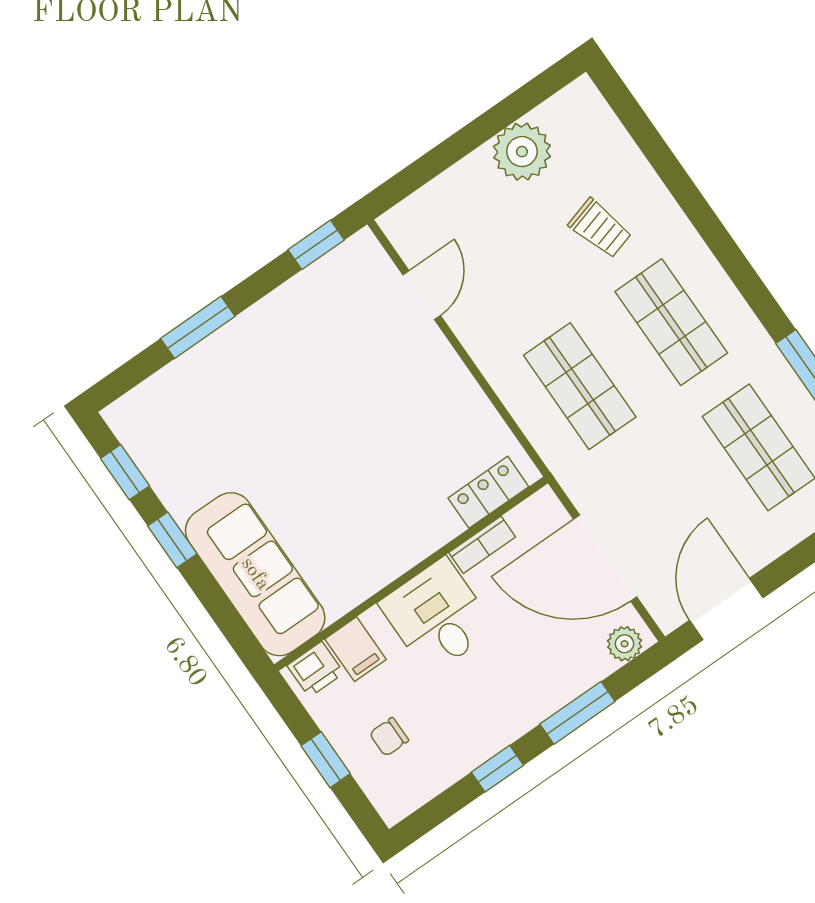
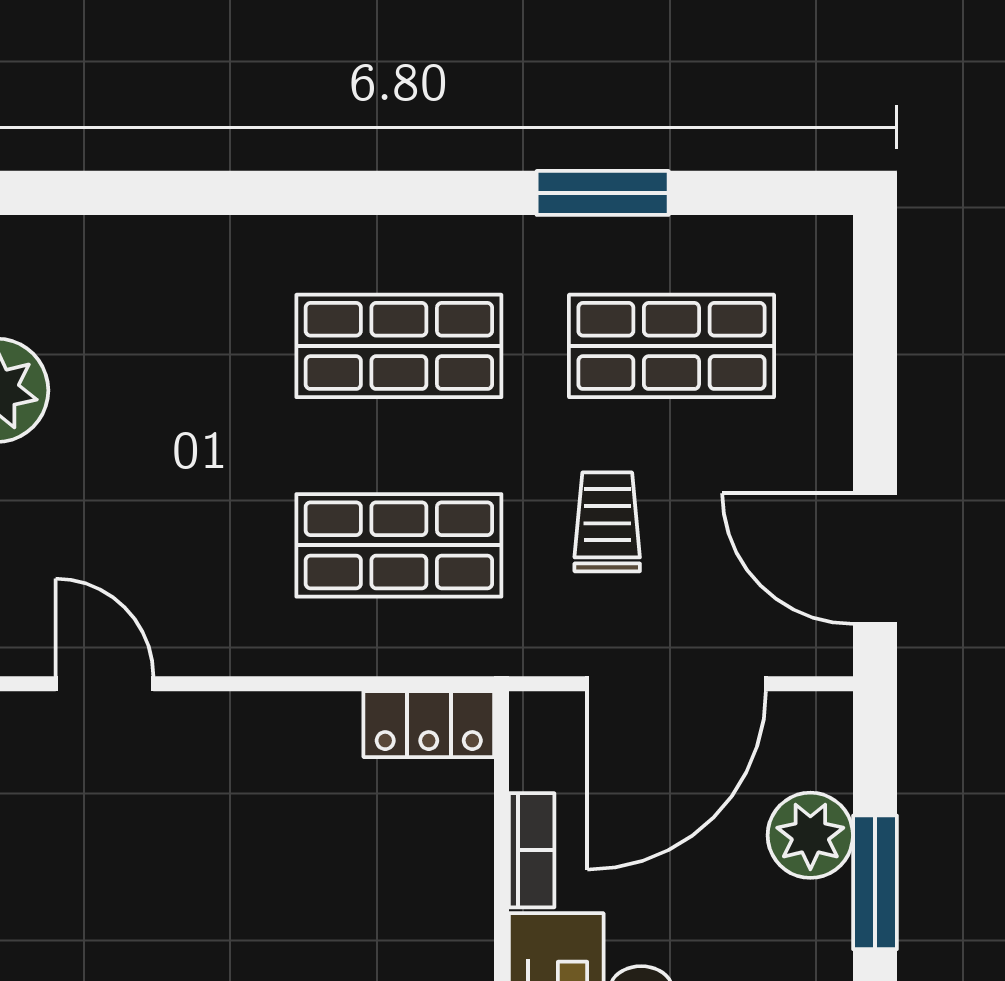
trolley: (600, 228) -> (607, 522), moved, turned -74
locker: (488, 492) -> (429, 724), moved, turned -90
plant: (625, 644) -> (810, 835), moved, width x1.38, depth x1.38

